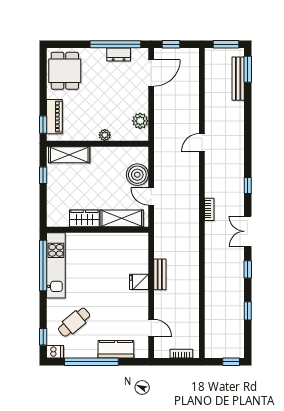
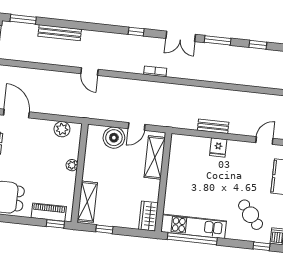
bench: (238, 79) -> (60, 33), moved
wardrobe: (84, 218) -> (148, 216), moved
window: (248, 269) -> (218, 40), width x1.50

